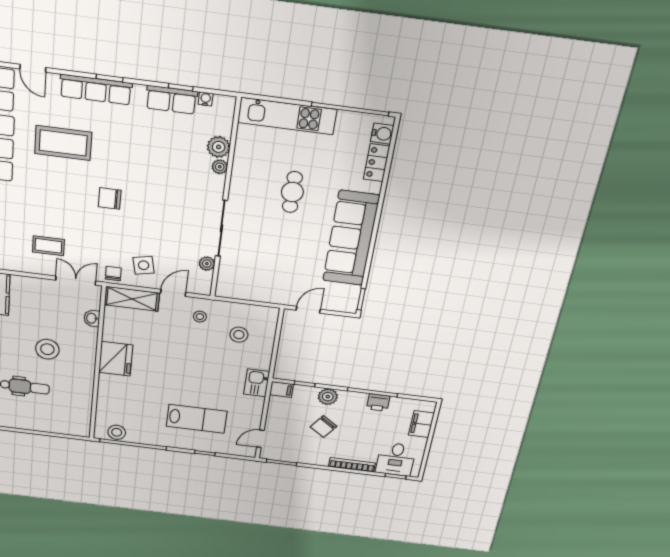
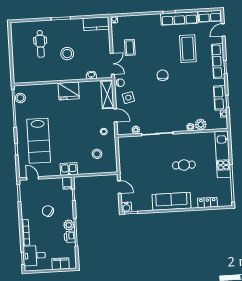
water cooler: (382, 134) -> (126, 207), moved
sofa: (351, 238) -> (171, 201), width x0.74, depth x0.79
plant: (328, 397) -> (69, 225), moved
lab bench: (197, 419) -> (39, 141), width x1.36, depth x1.39

